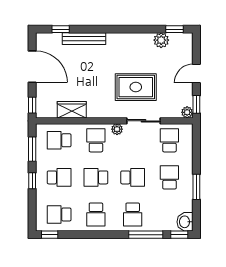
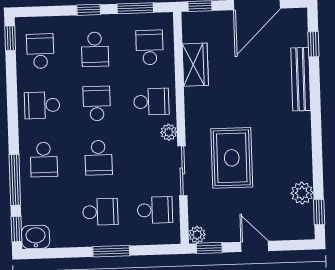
window: (196, 187) -> (111, 251), moved
school desk: (133, 214) -> (44, 159), turned -90

